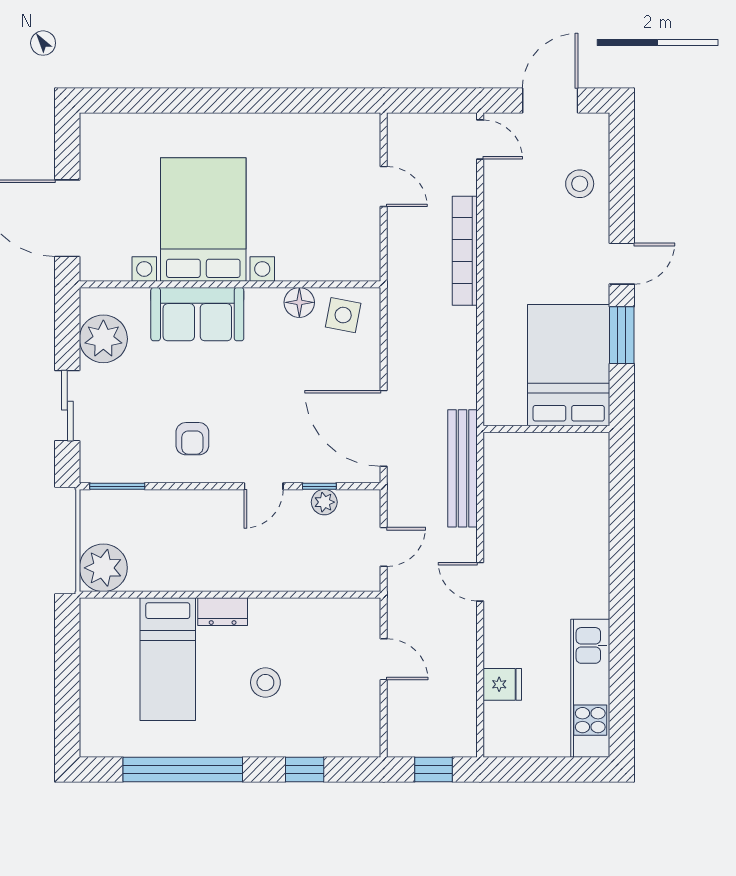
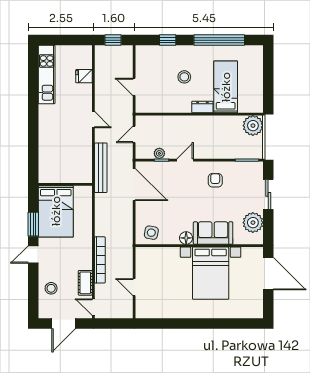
cot: (499, 197) -> (85, 283), added
floor lamp: (299, 302) -> (186, 238), moved

